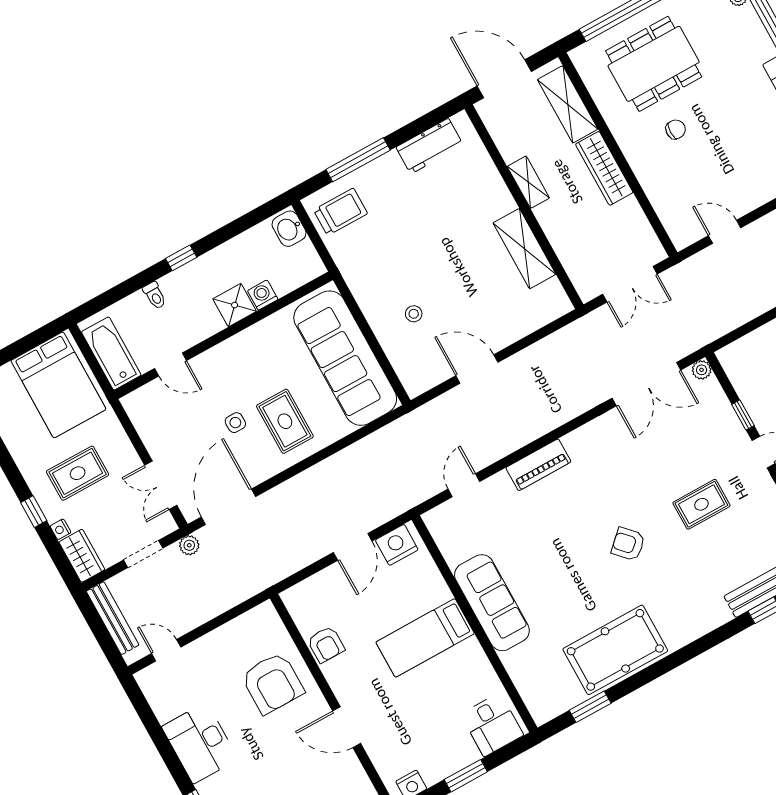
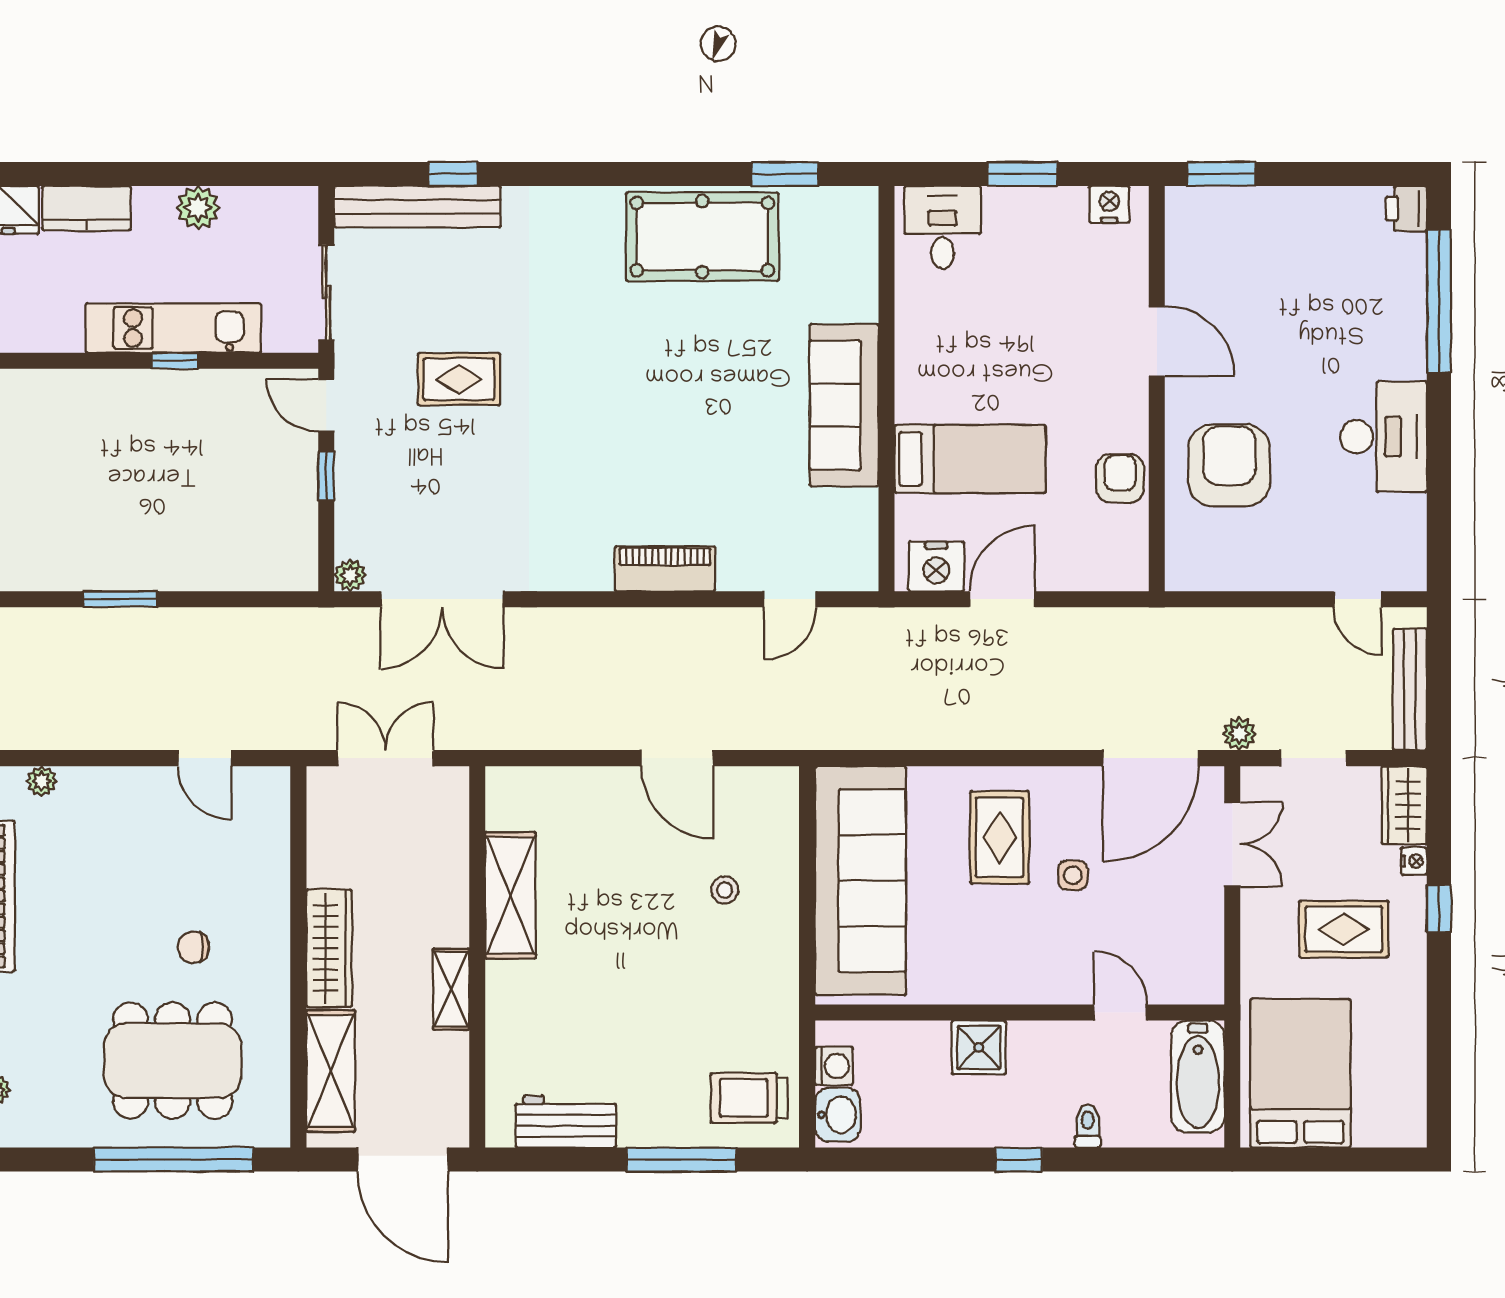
washing machine: (263, 295) -> (834, 1066), moved, turned -90
double door: (646, 384) -> (442, 599), swing flipped
armchair: (628, 544) -> (598, 381), removed
bed: (425, 638) -> (970, 459), moved

